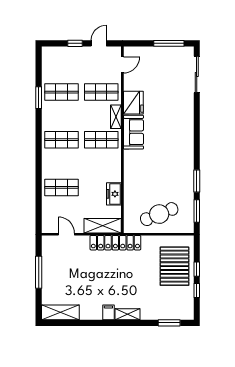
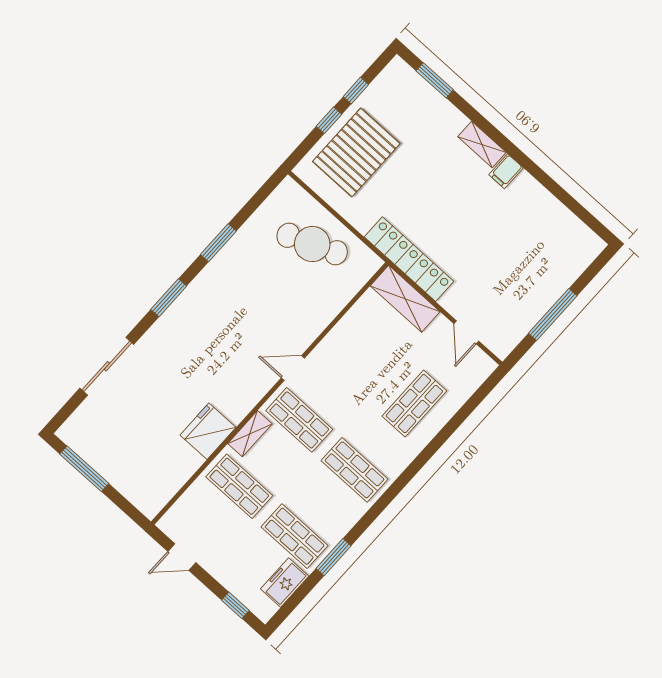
window: (75, 43) -> (235, 605), moved
door: (122, 65) -> (293, 368), moved
sliding door: (197, 75) -> (107, 366), moved
sofa: (133, 132) -> (245, 390), removed
shop shelf: (62, 187) -> (414, 404), turned 90
freezer: (114, 194) -> (285, 583), moved, turned 180
window: (197, 211) -> (169, 298), moved
shelving: (60, 312) -> (573, 231), removed

